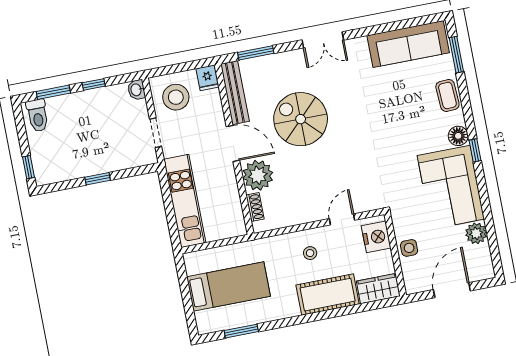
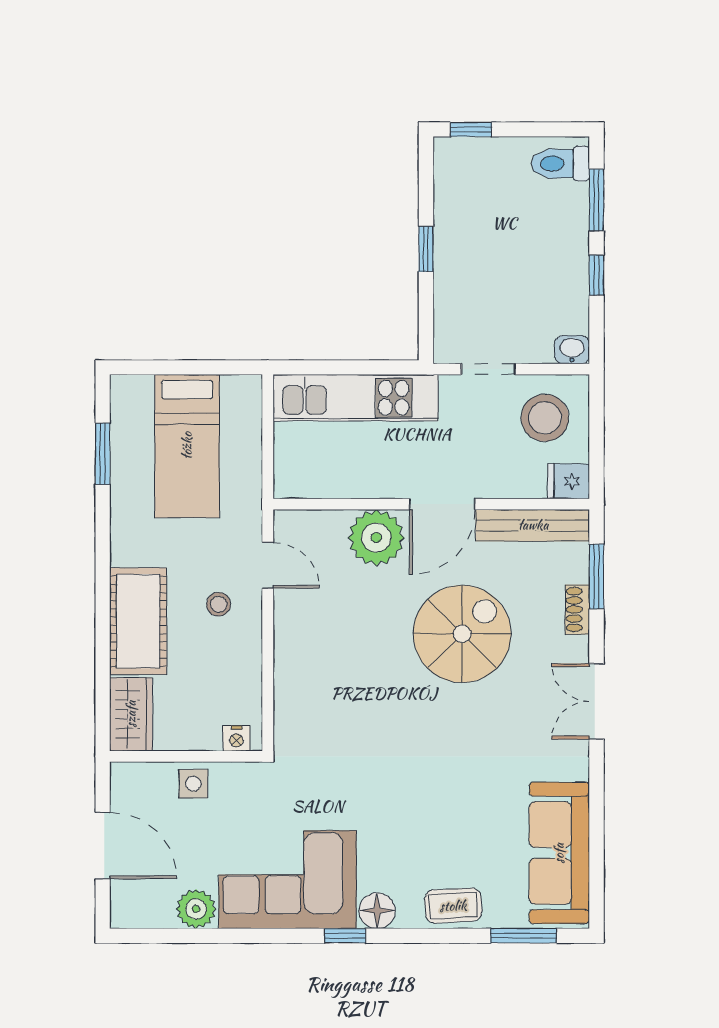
shoe rack: (255, 207) -> (577, 609), moved, turned 90
door: (342, 219) -> (268, 565), moved
nightstand: (376, 237) -> (236, 738), width x0.53, depth x0.56

